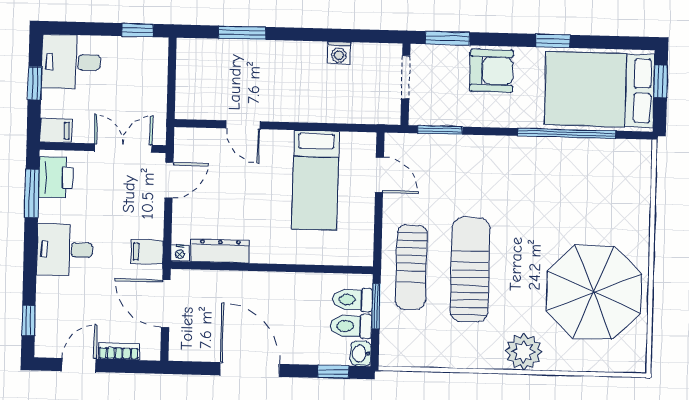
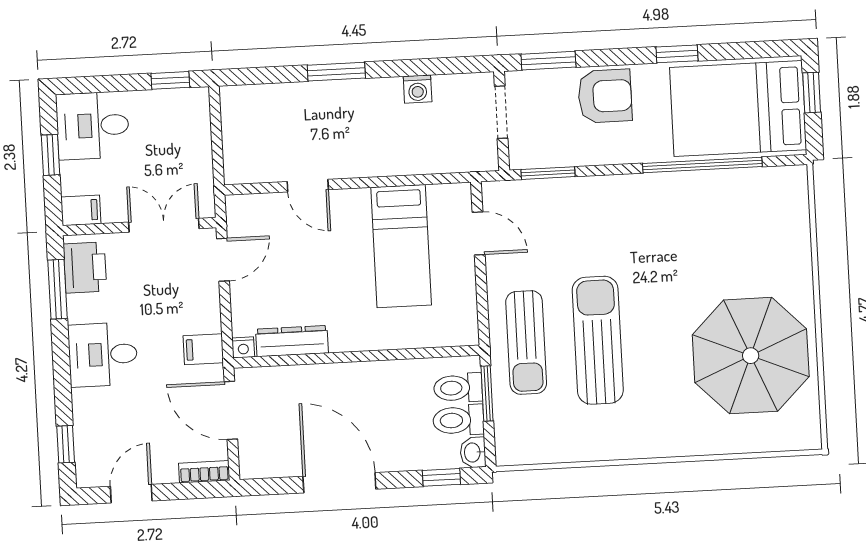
window: (242, 33) -> (336, 72), moved
bookcase: (119, 351) -> (204, 472), moved
plant: (524, 352) -> (671, 435), removed

